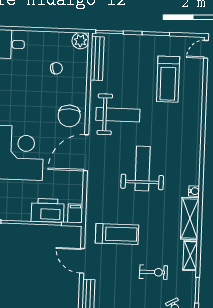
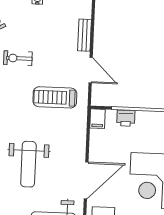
printer: (48, 210) -> (126, 118), width x0.53, depth x0.68

